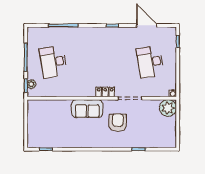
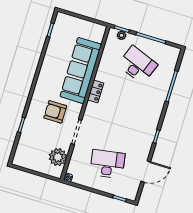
desk: (53, 62) -> (138, 65), turned 30
locker: (105, 92) -> (96, 91), moved
plant: (168, 108) -> (58, 157), moved
sofa: (87, 109) -> (81, 70), width x1.85, depth x1.27
armchair: (118, 123) -> (55, 112), turned 180

